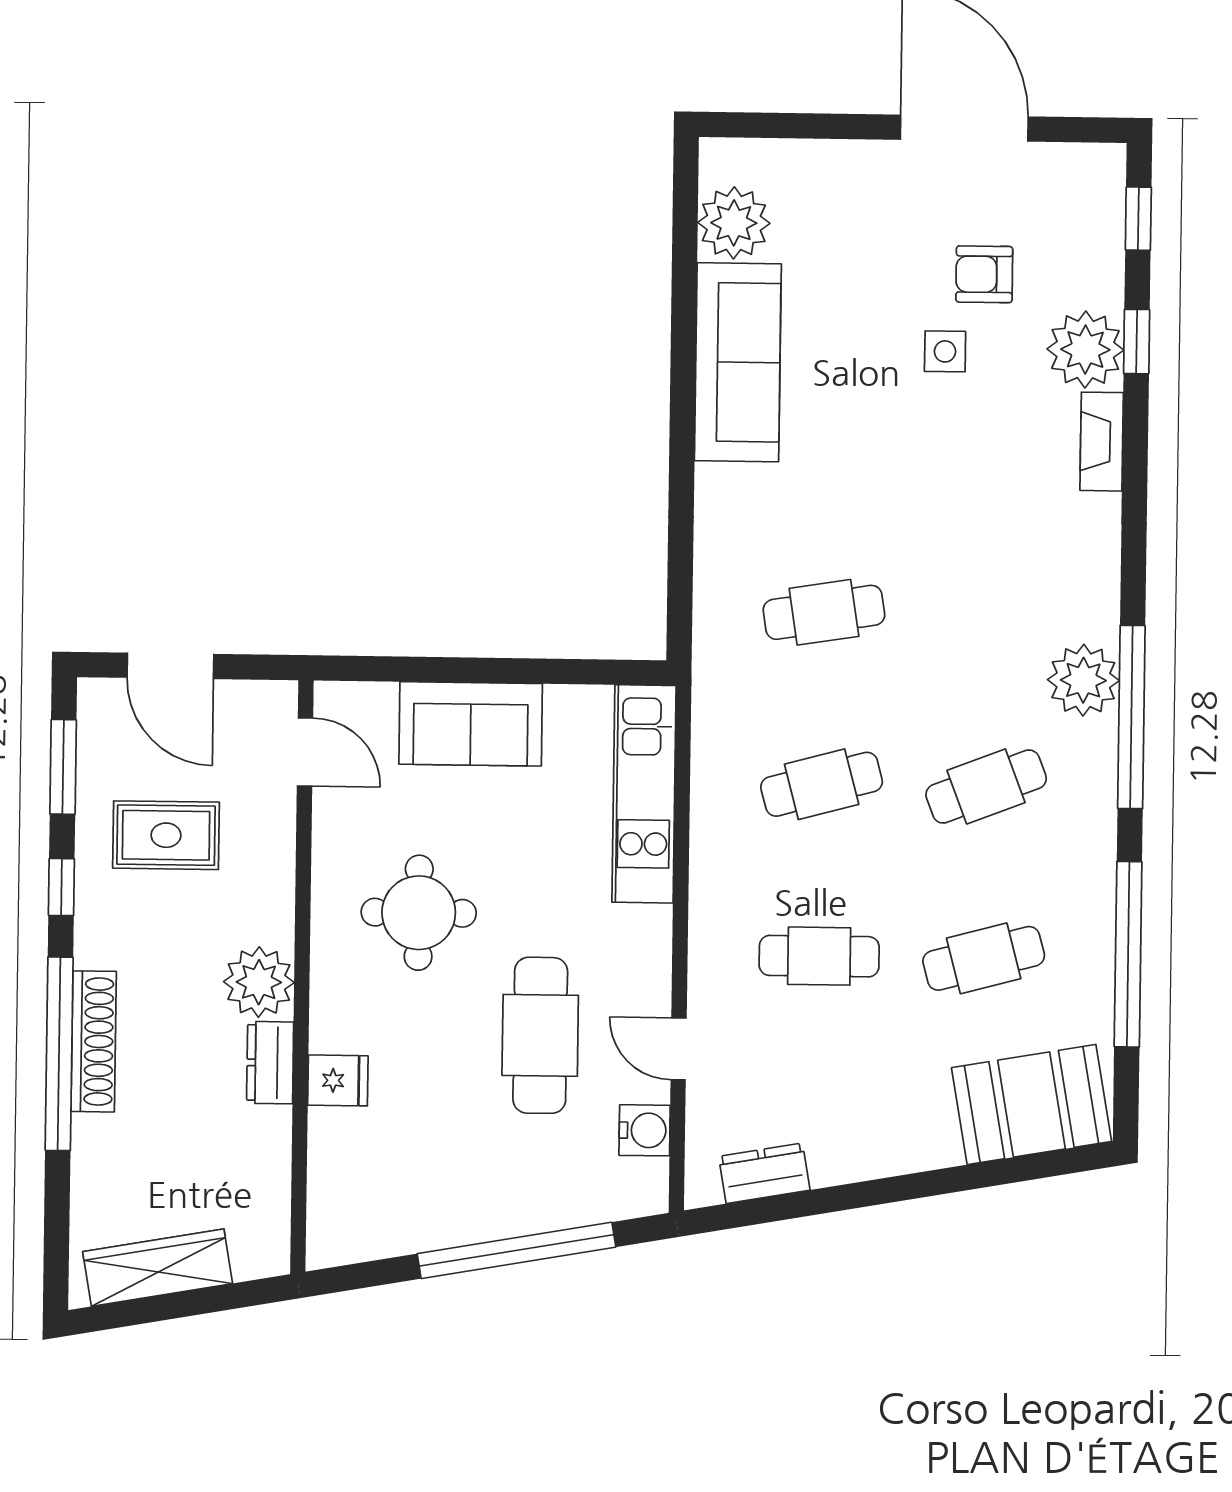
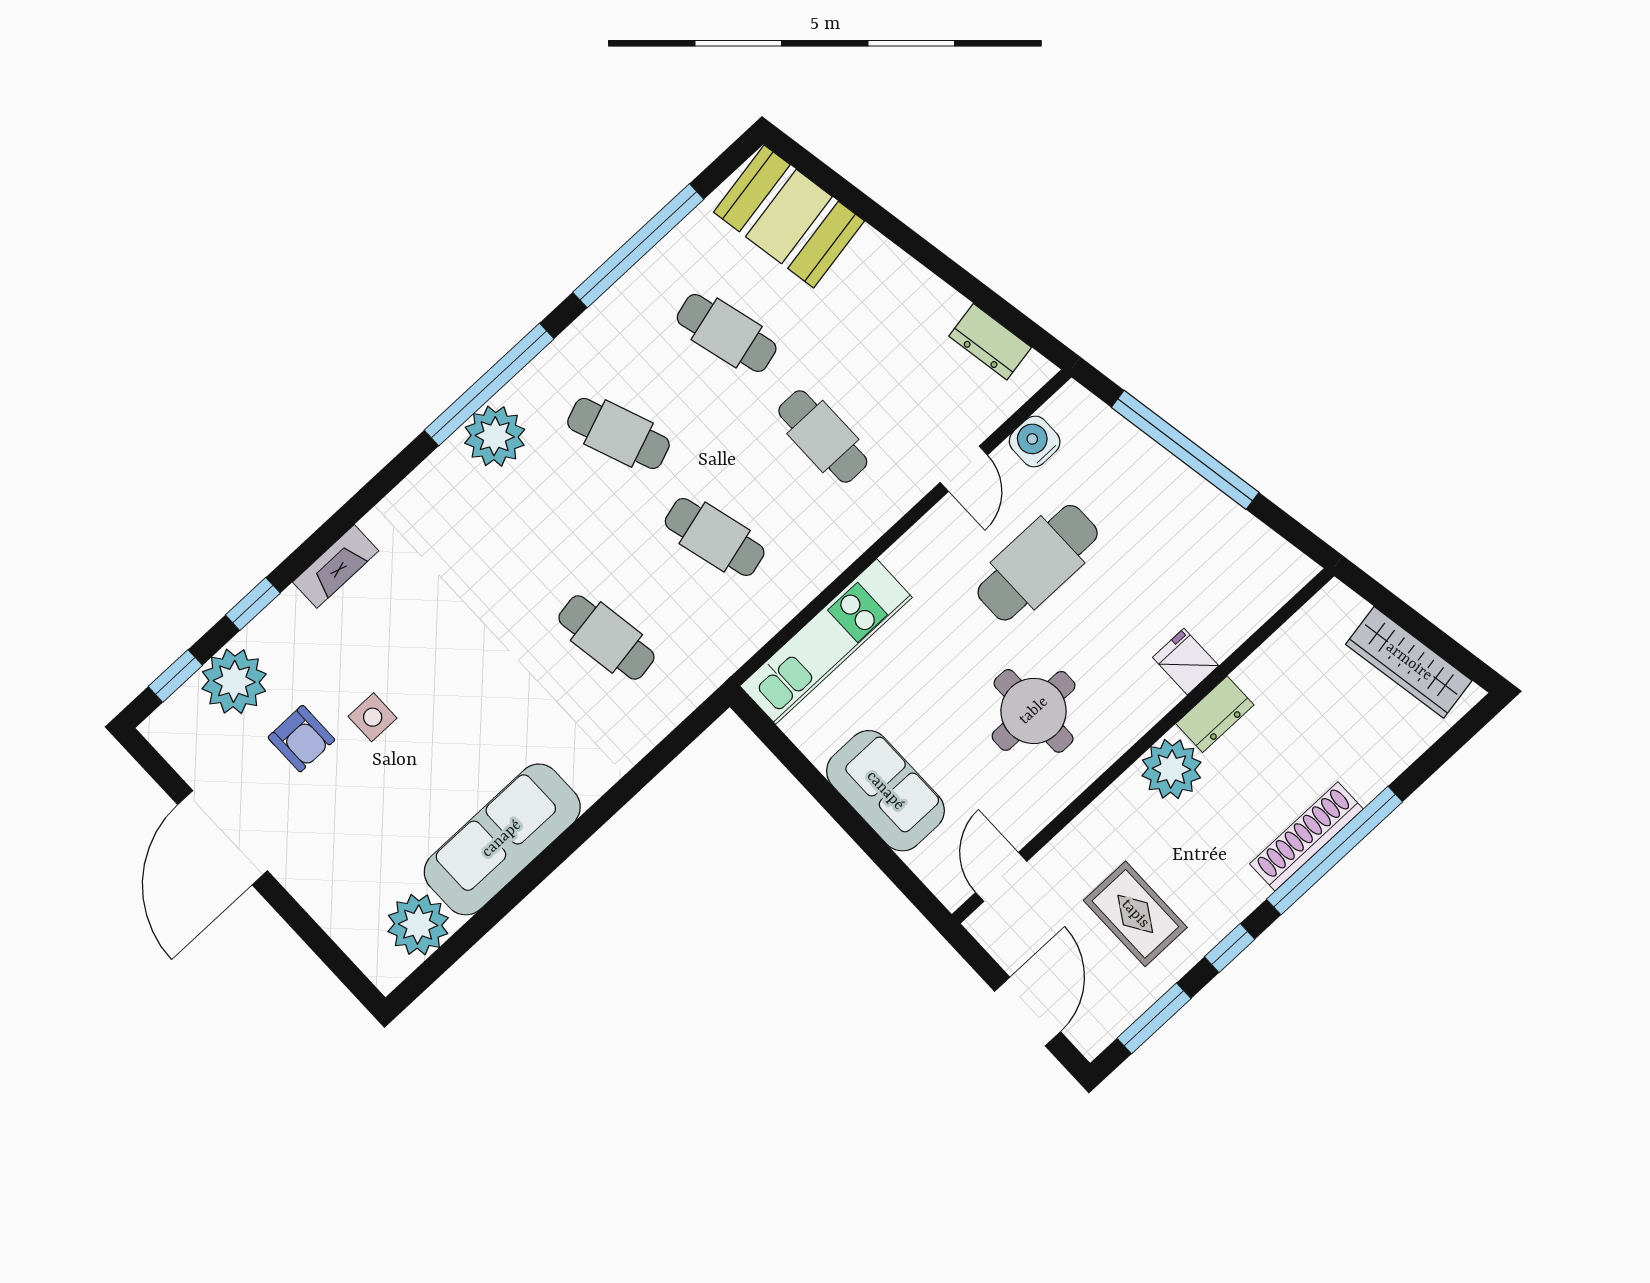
plant: (1085, 349) -> (234, 681), moved

